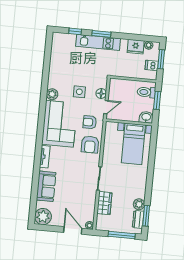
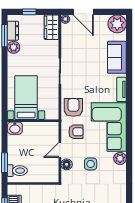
washbasin: (146, 117) -> (15, 128), moved
wall: (129, 122) -> (33, 121), moved
bed with nightstands: (133, 144) -> (26, 98), moved
wardrobe: (104, 203) -> (52, 27), moved
window: (122, 235) -> (29, 12), width x0.46

